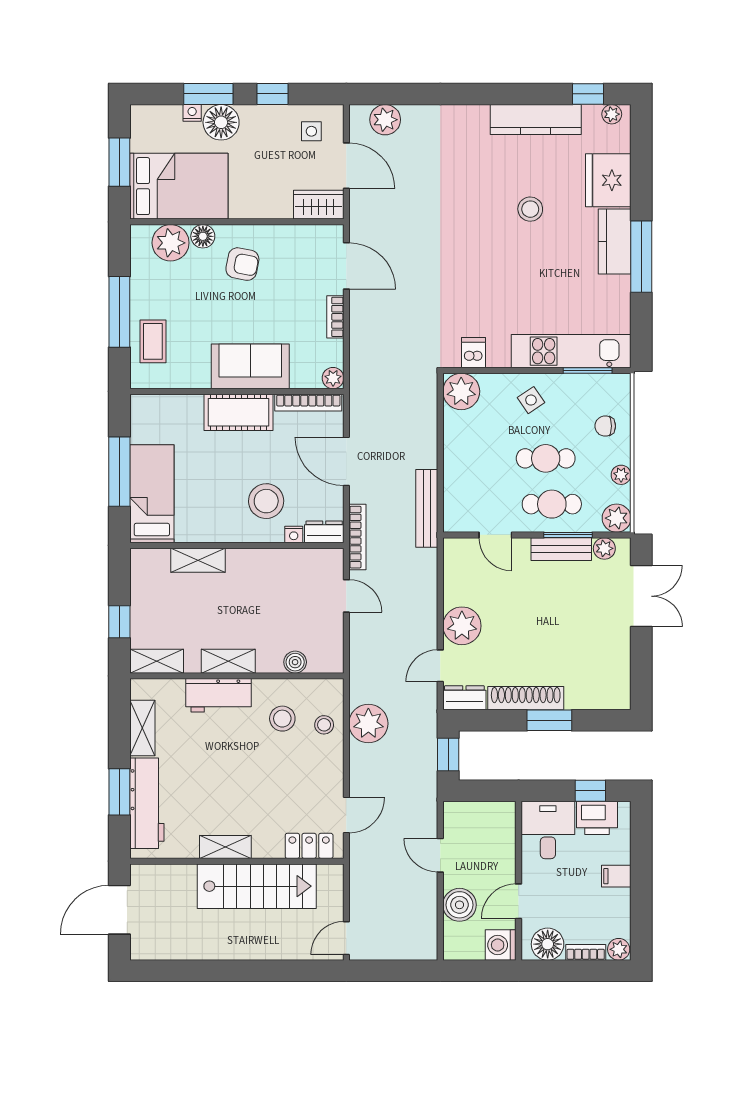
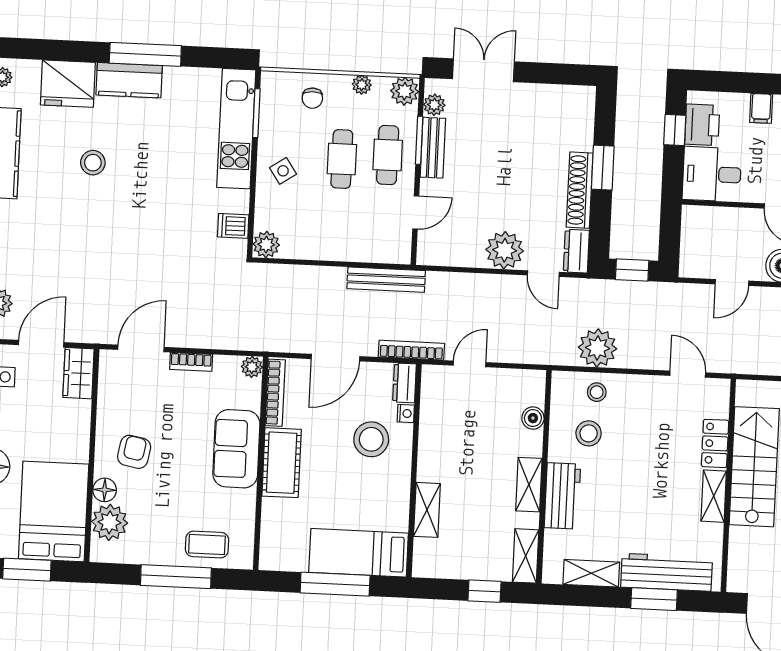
plant: (461, 391) -> (266, 245), width x0.73, depth x0.73
locker: (309, 846) -> (715, 443), moved

